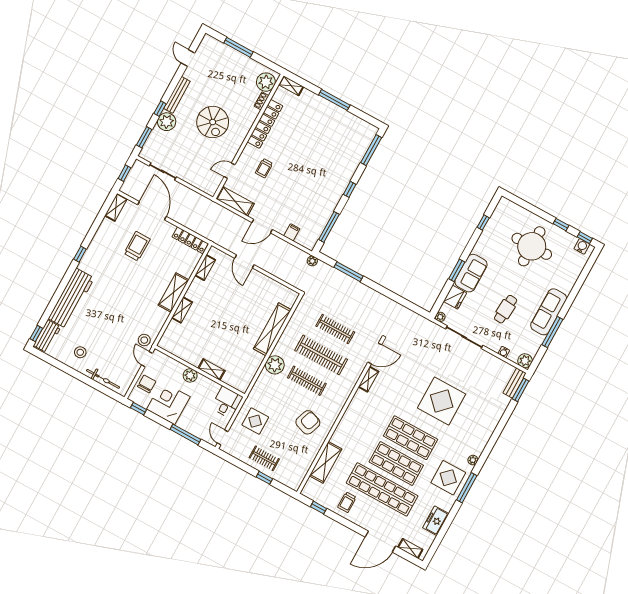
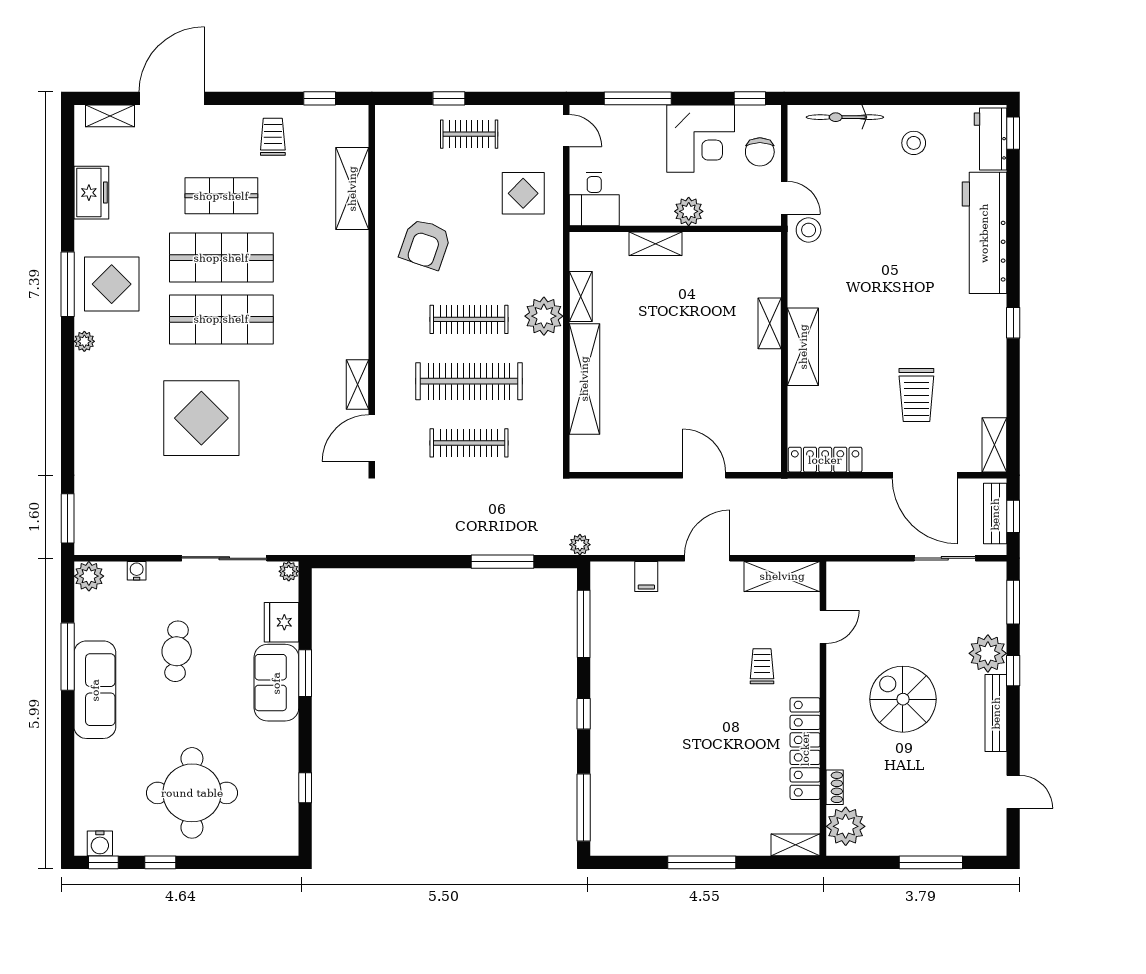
shelving: (205, 268) -> (581, 297), moved
bench: (515, 383) -> (995, 514), moved
shop shelf: (382, 489) -> (221, 196), width x0.50, depth x0.74

